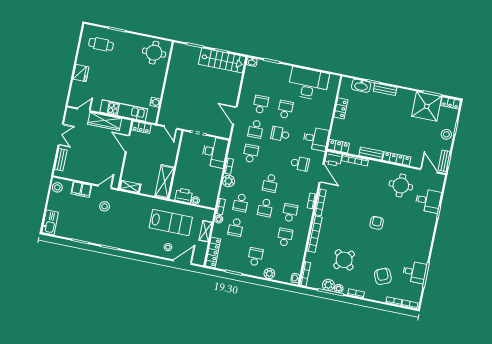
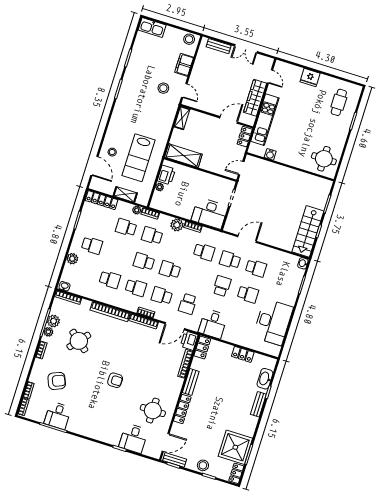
school desk: (295, 188) -> (162, 296), added

